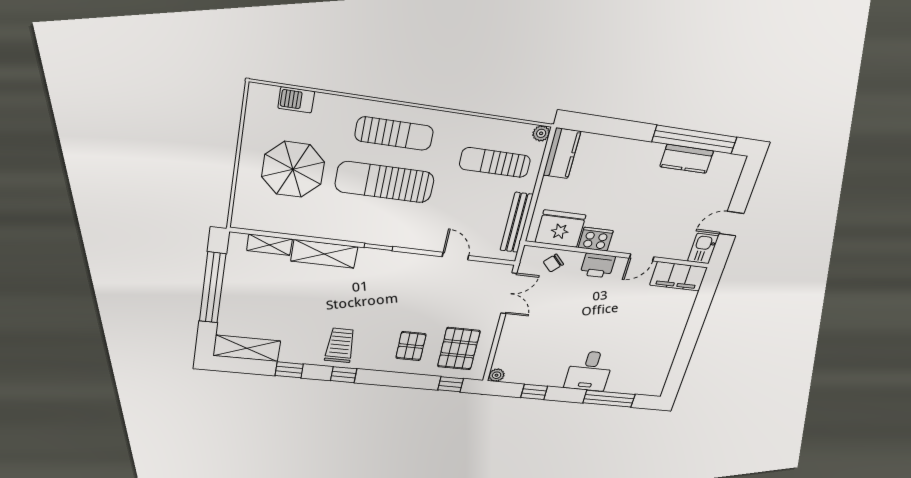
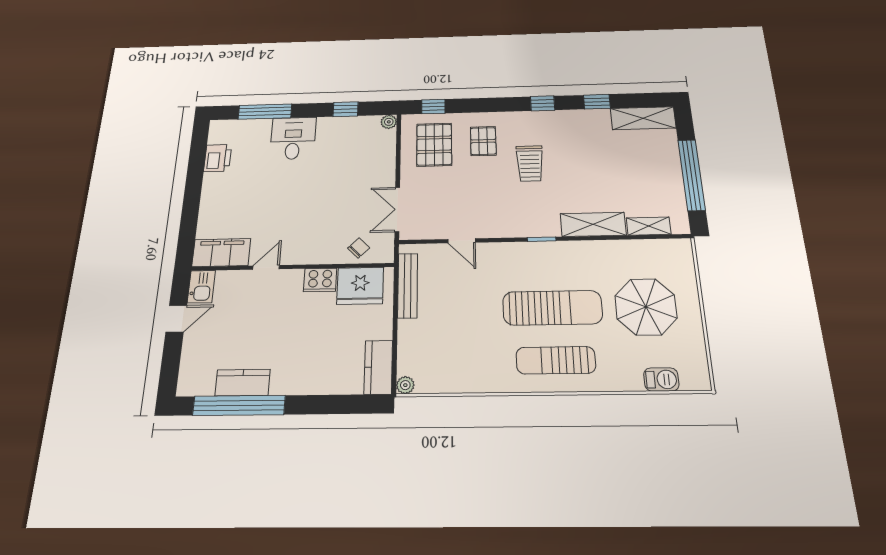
sun lounger: (495, 162) -> (446, 346), removed
printer: (598, 265) -> (218, 158), moved, turned 90
trolley: (340, 345) -> (530, 163), moved

